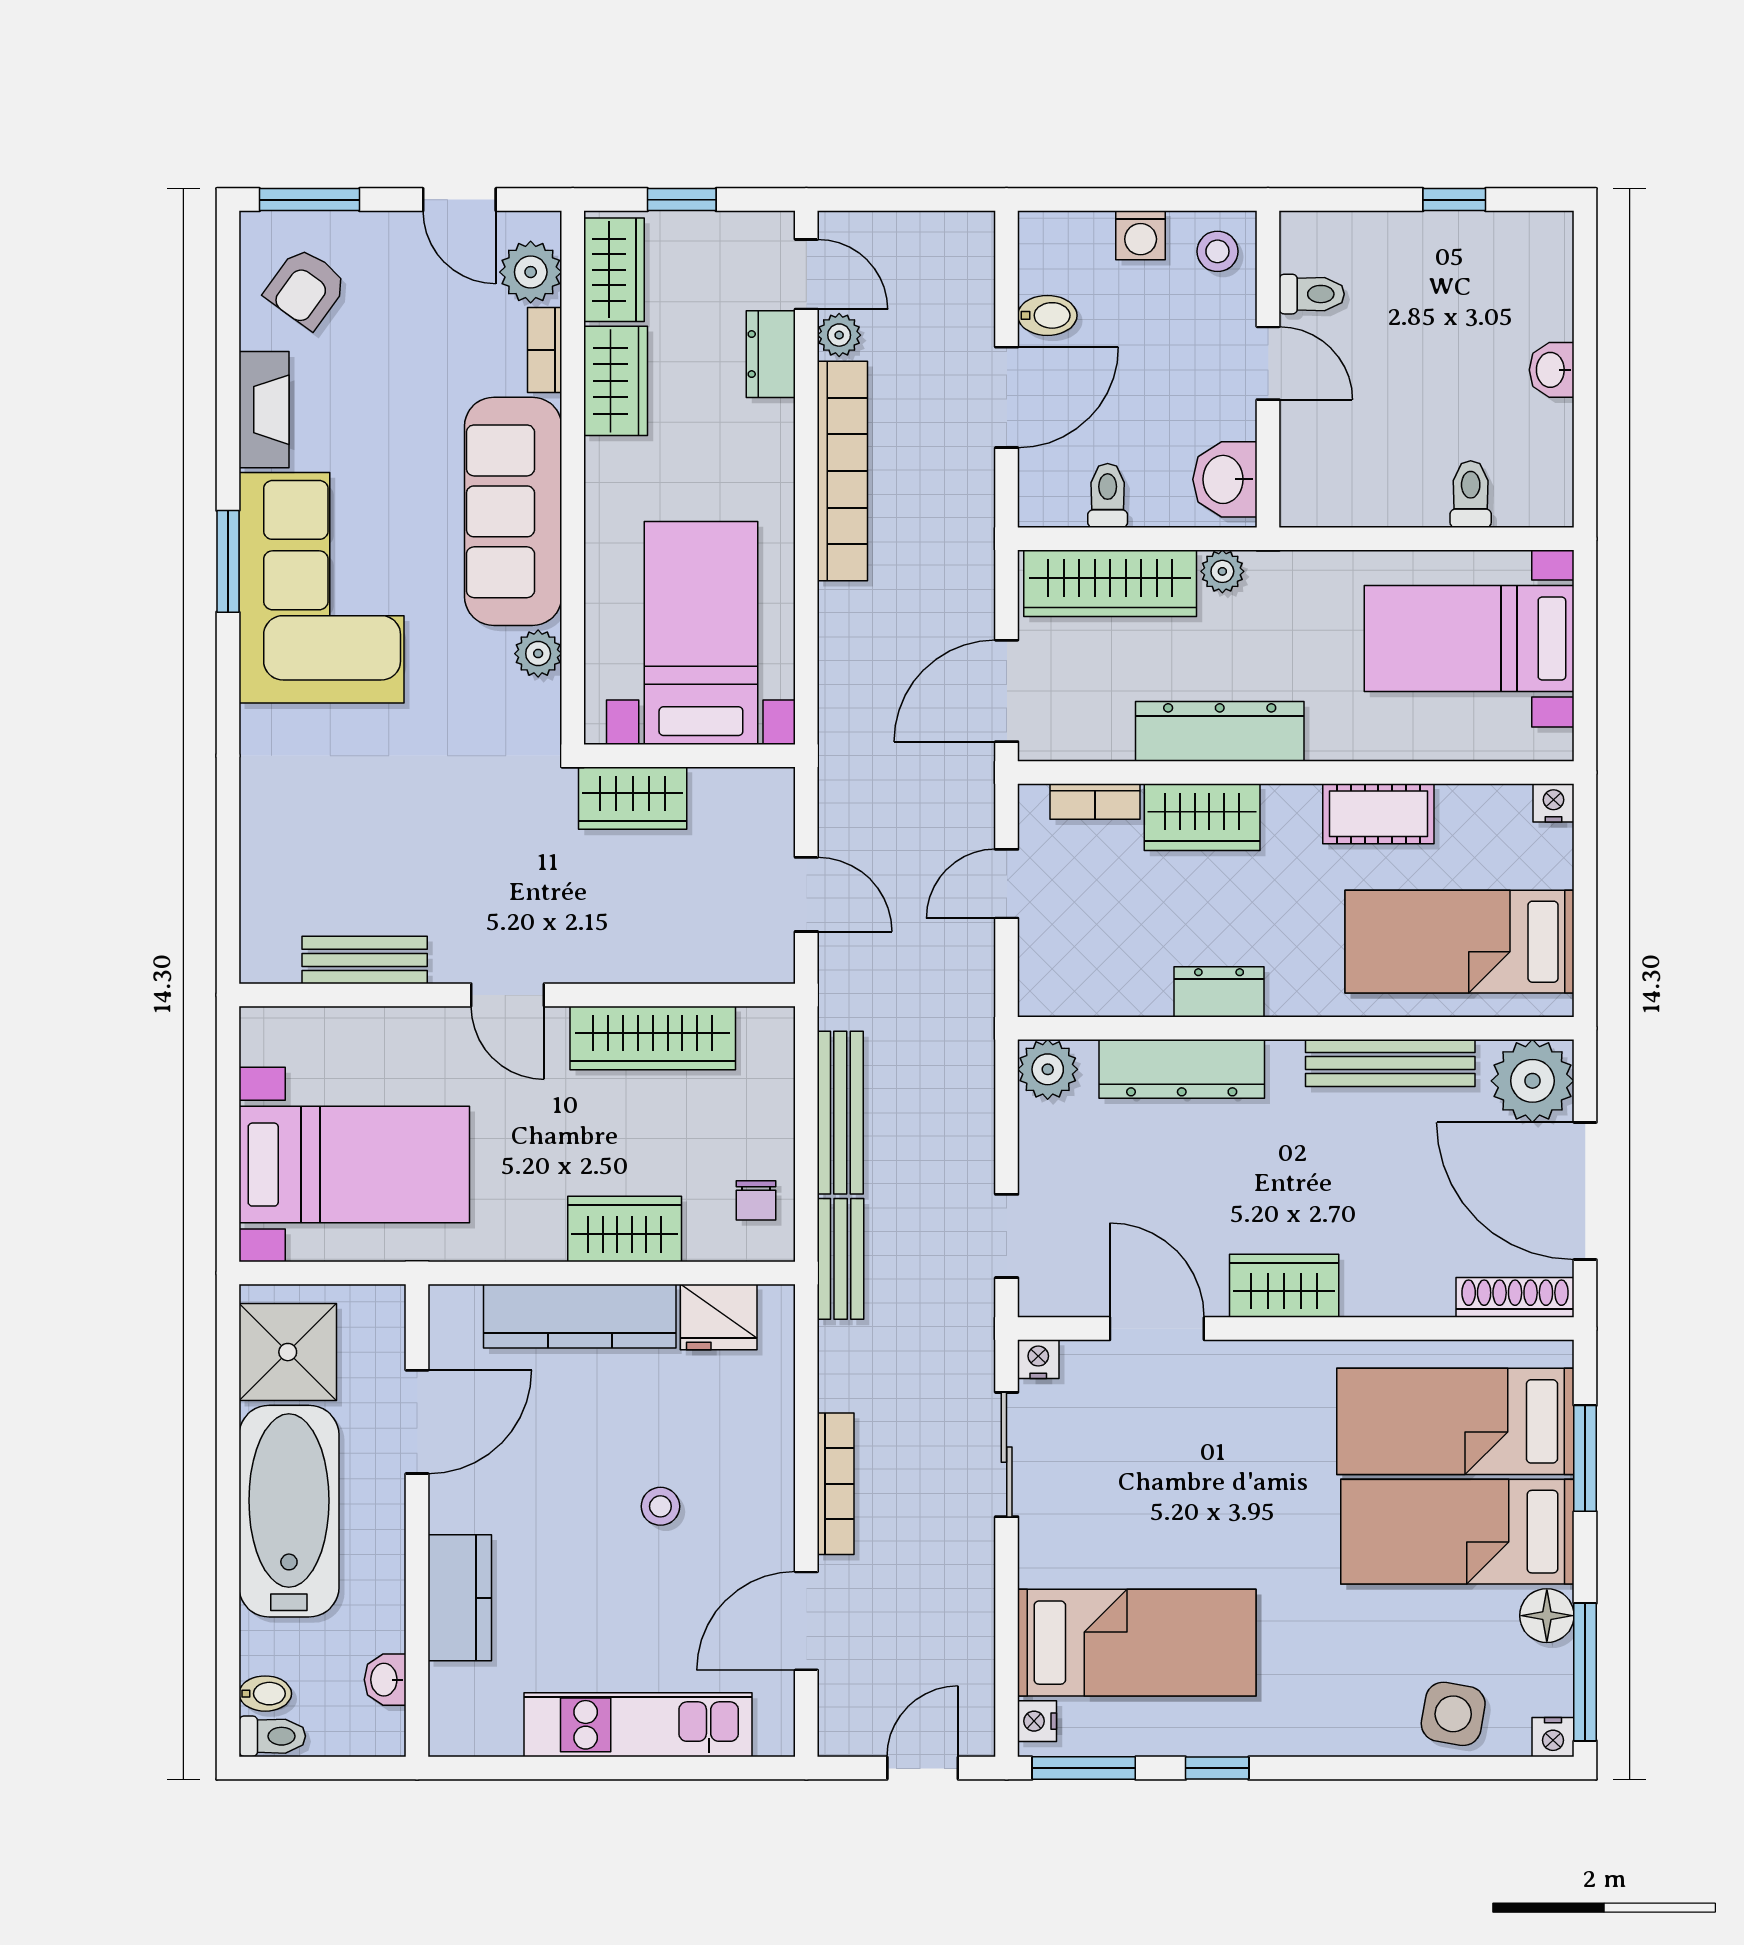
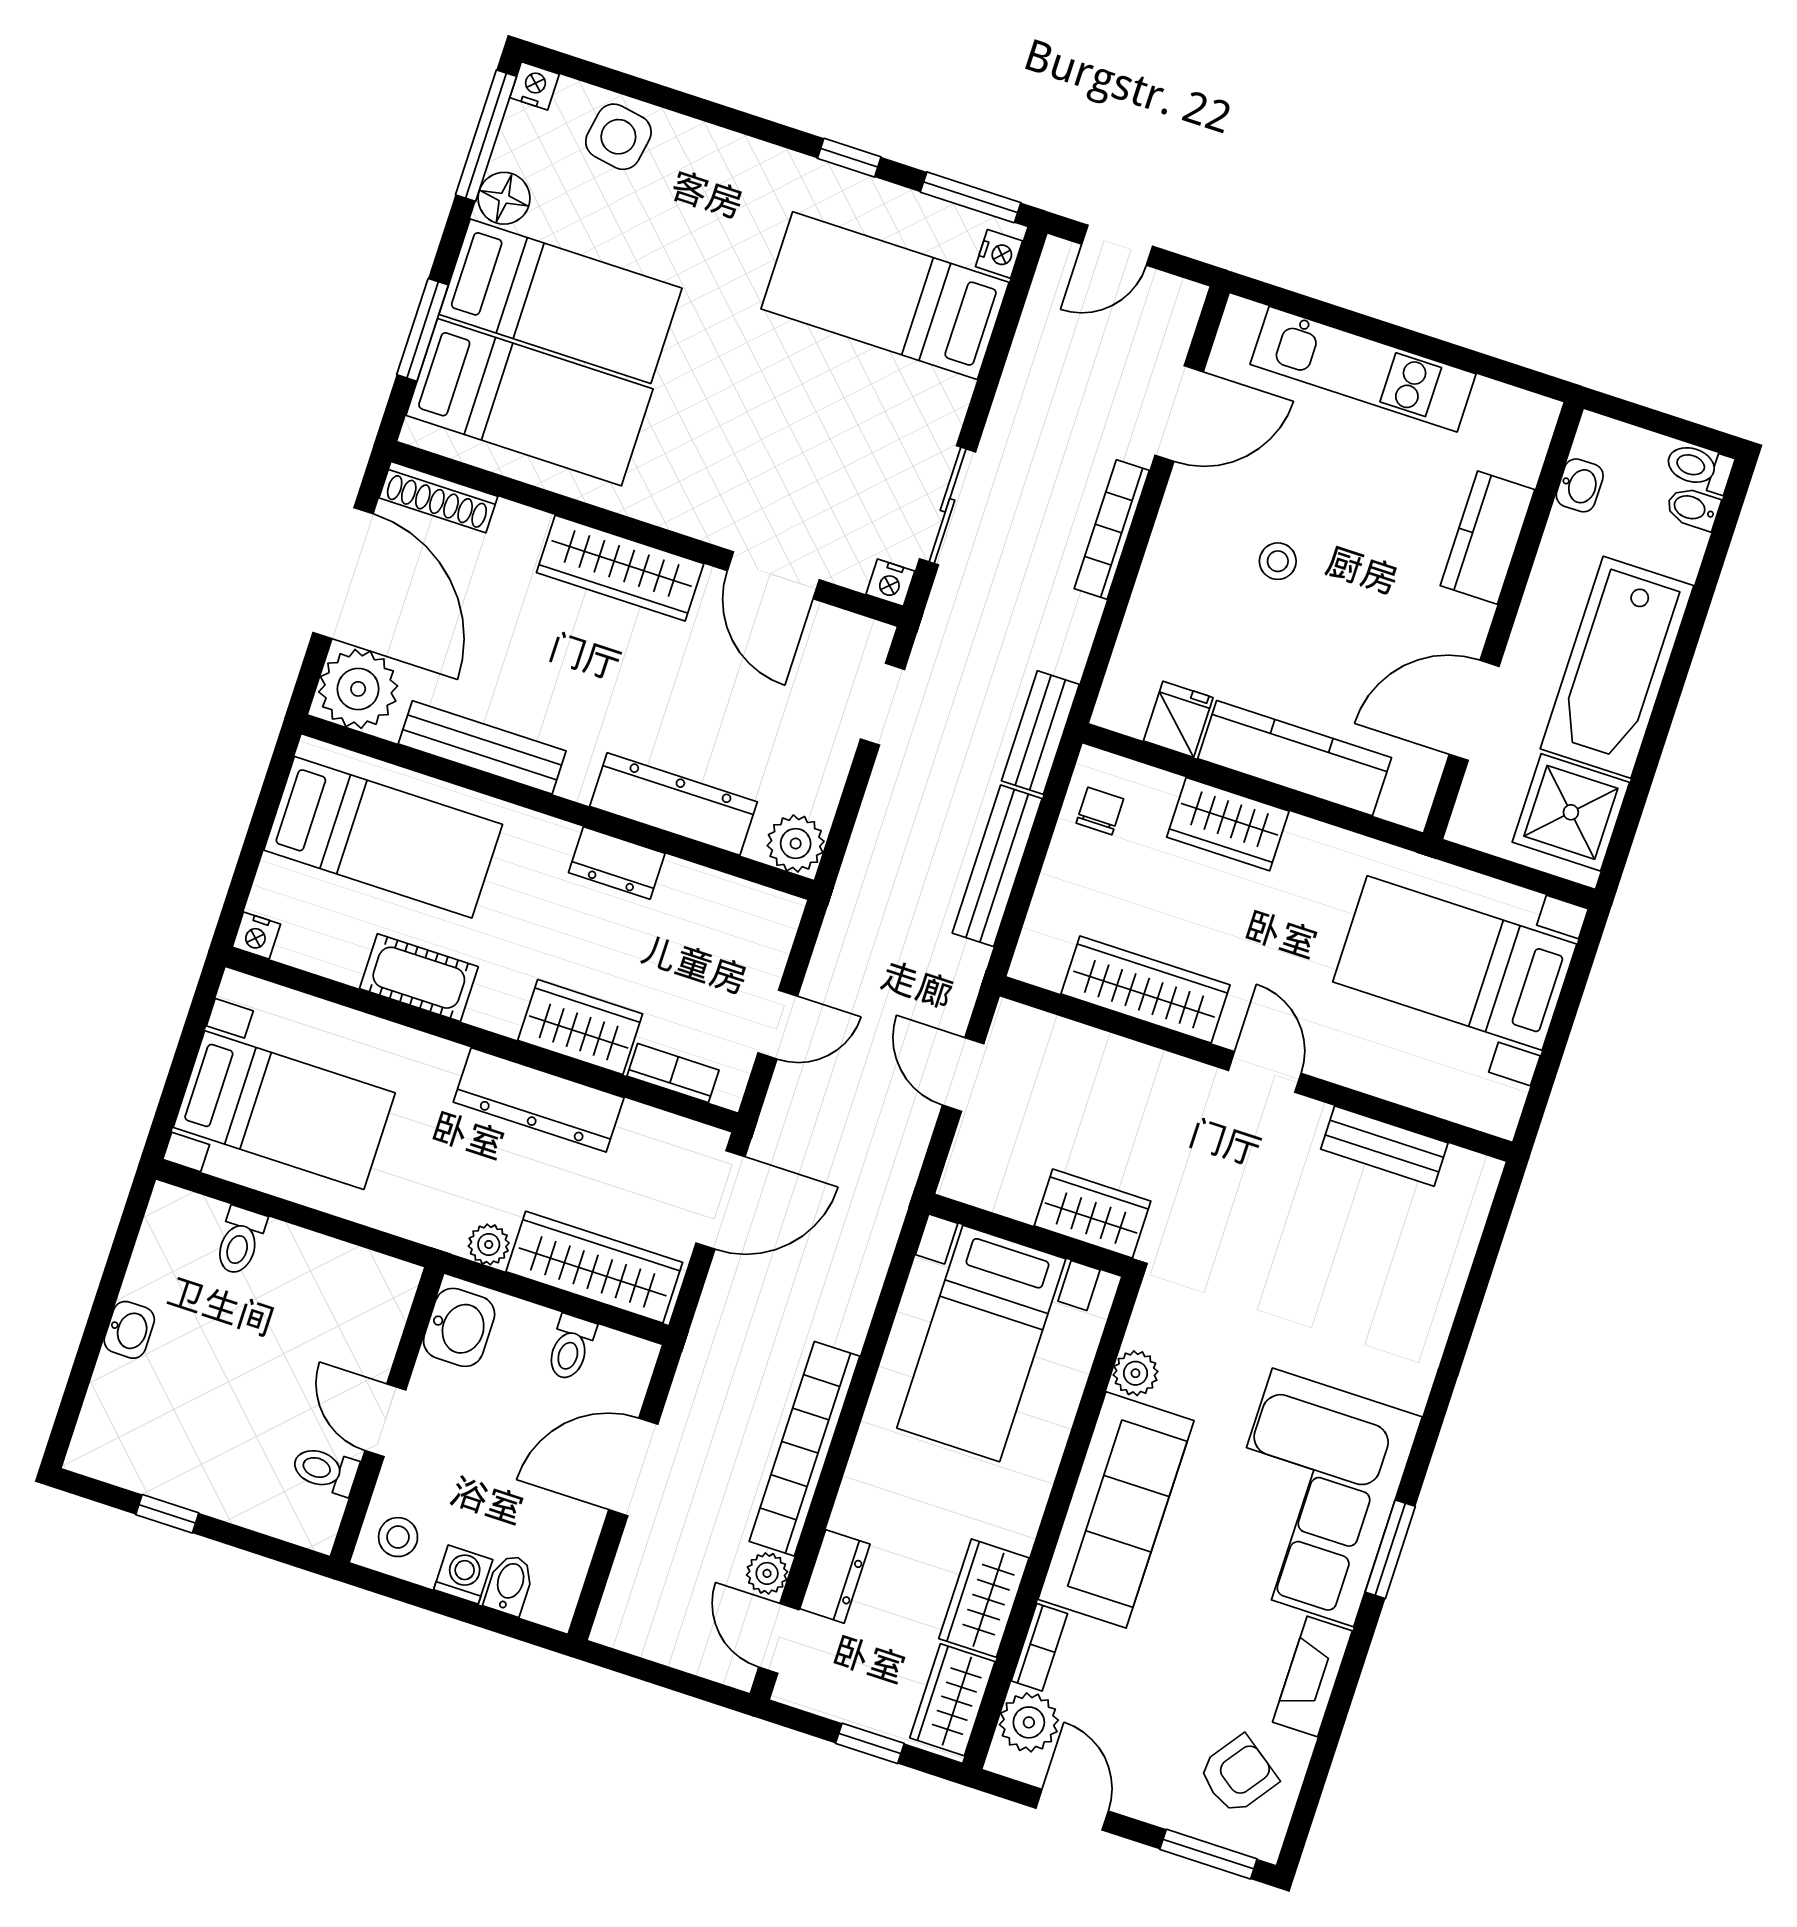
bidet: (1047, 315) -> (509, 1585), moved, turned 90
wardrobe: (1284, 1286) -> (620, 568), width x1.50
fridge: (719, 1317) -> (1178, 719), width x0.72

